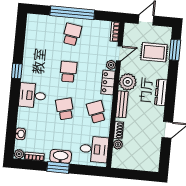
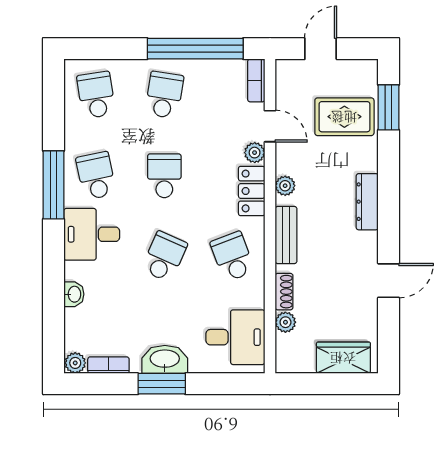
window: (72, 13) -> (195, 49), moved
school desk: (40, 31) -> (96, 95), added
door: (119, 53) -> (270, 126), hinge flipped
school desk: (37, 69) -> (96, 176), added
window: (17, 71) -> (53, 185), width x2.17
plant: (128, 82) -> (285, 186), width x0.53, depth x0.53
school desk: (65, 109) -> (164, 257), turned 39
washbasin: (20, 134) -> (74, 294), moved
wardrobe: (143, 163) -> (343, 358), added

